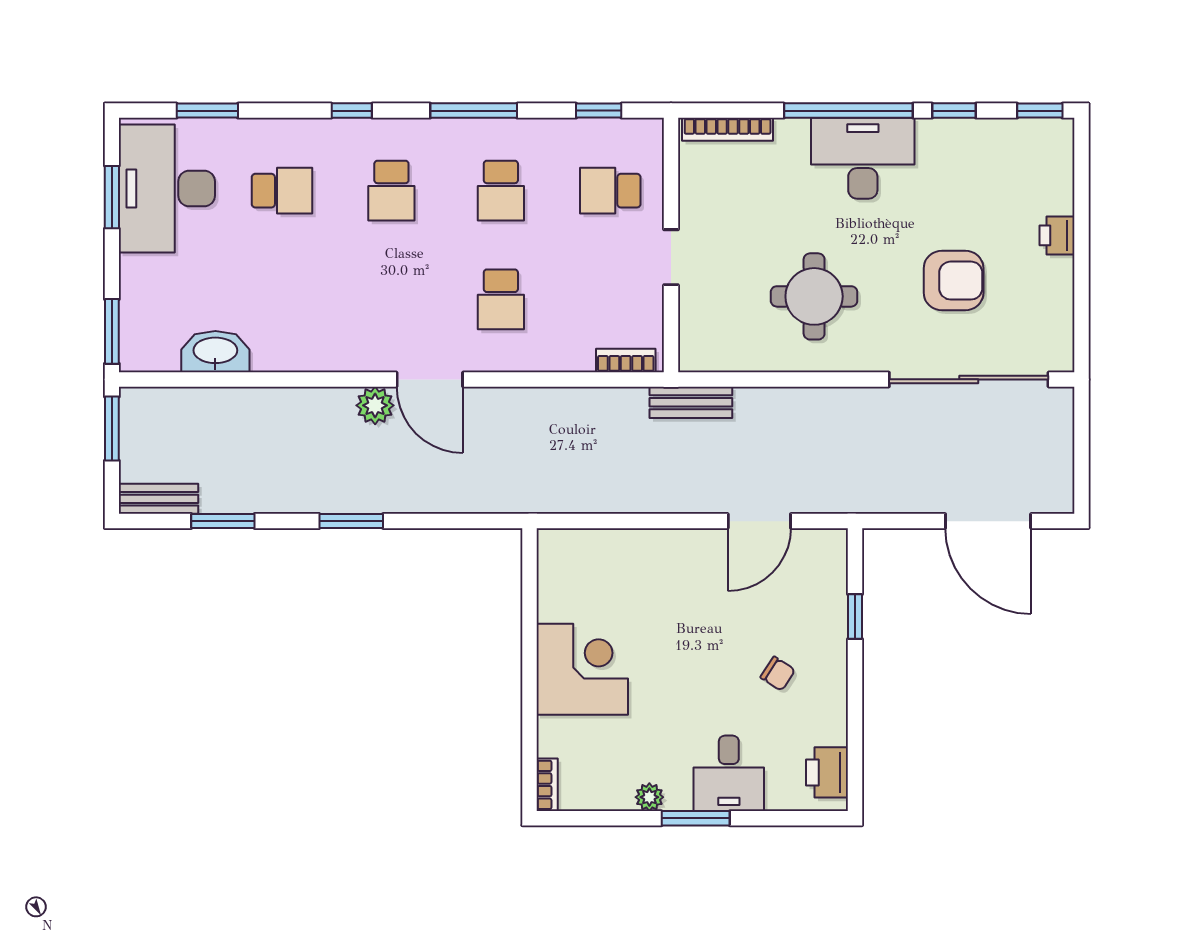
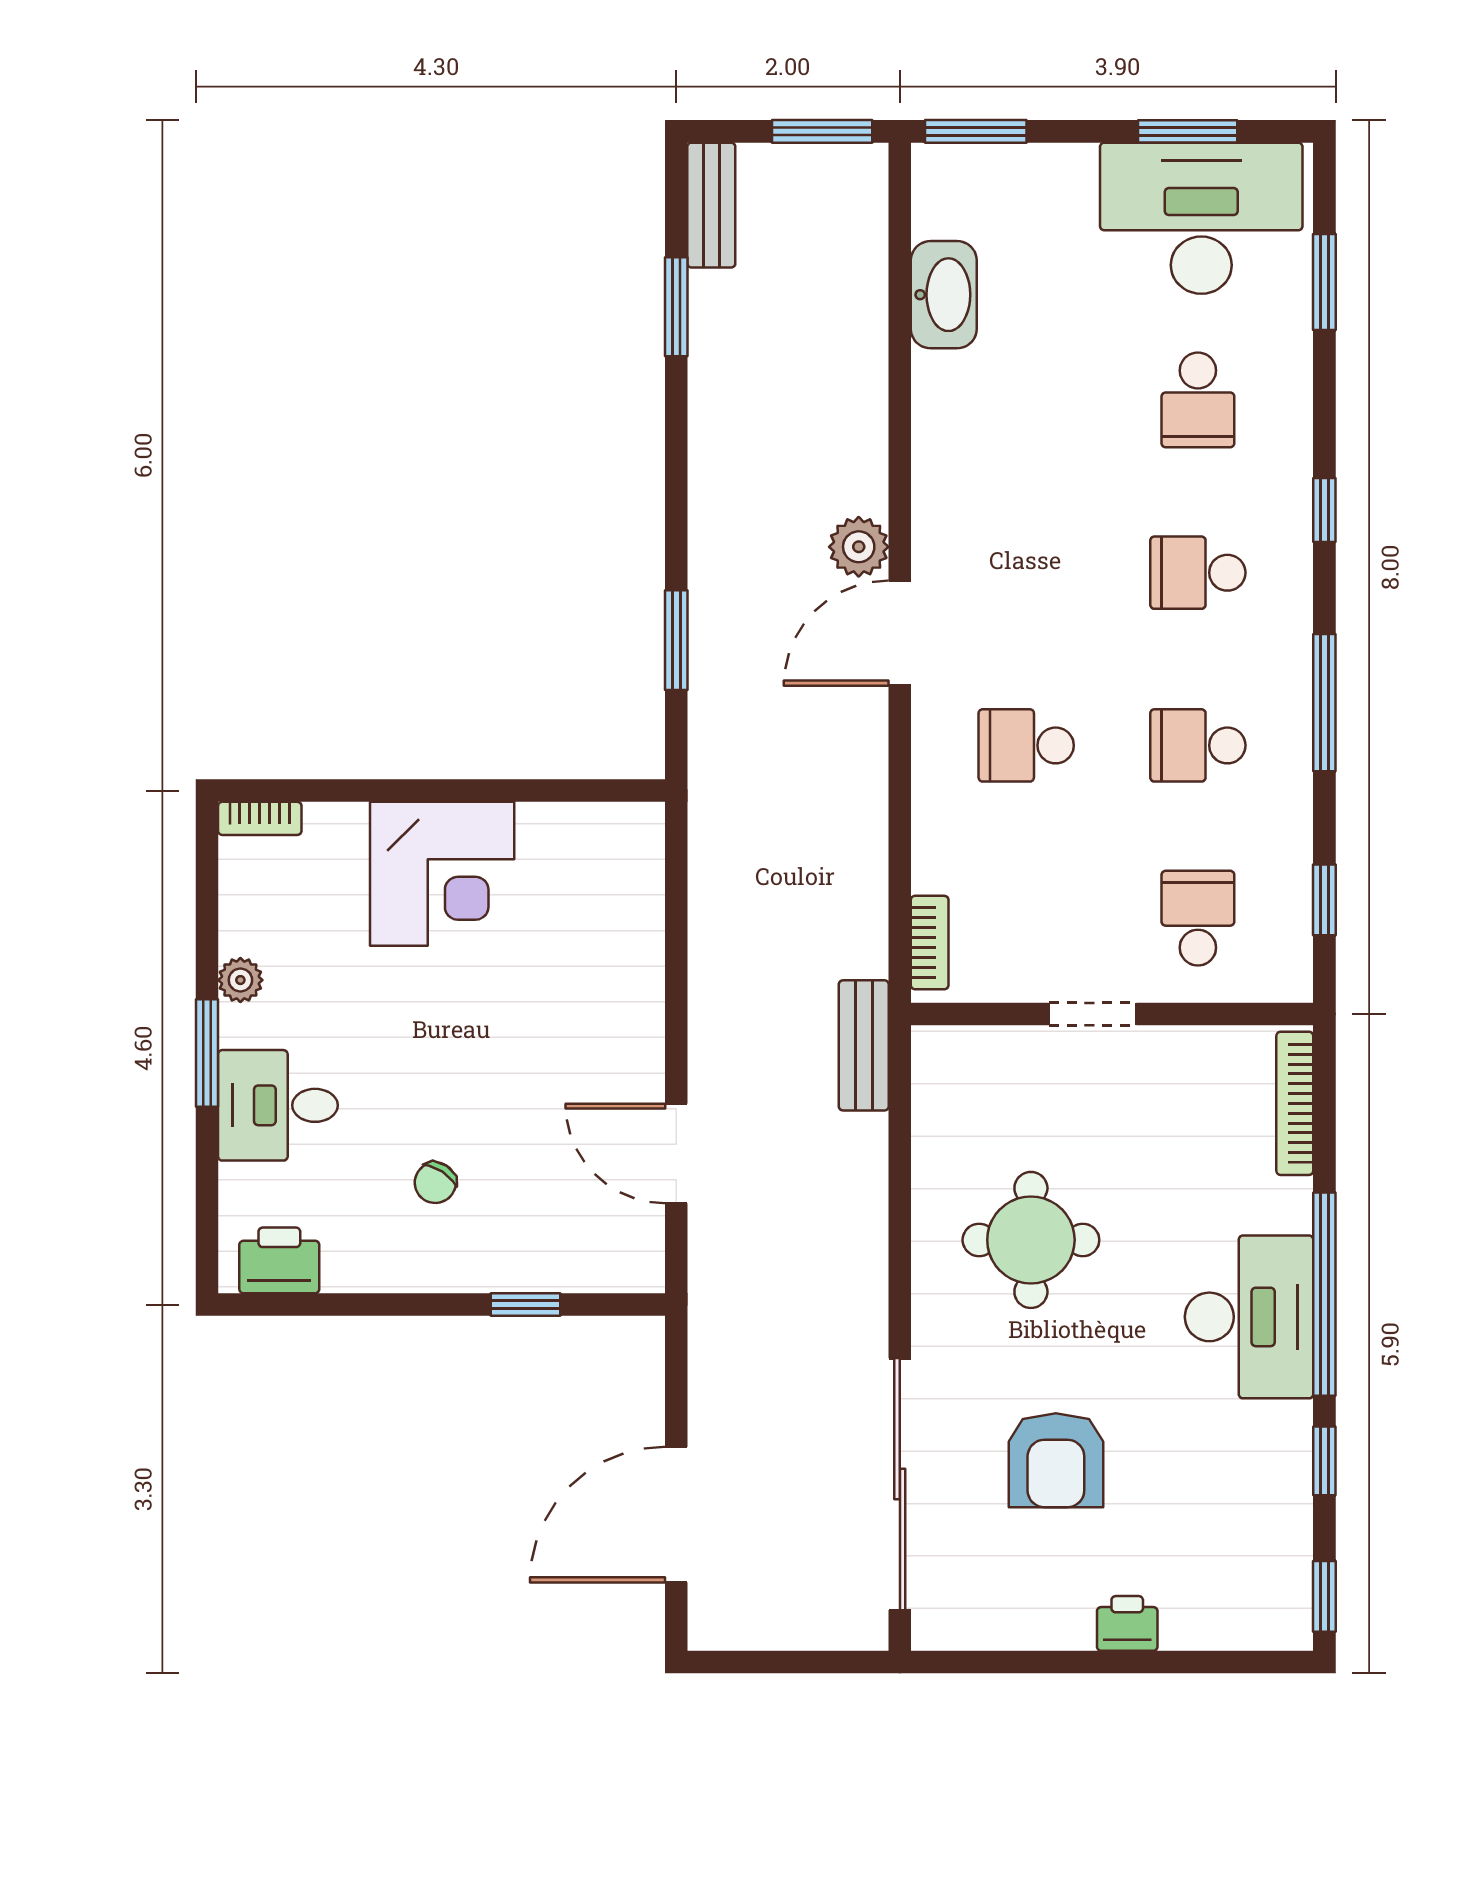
window: (351, 521) -> (676, 640), moved

